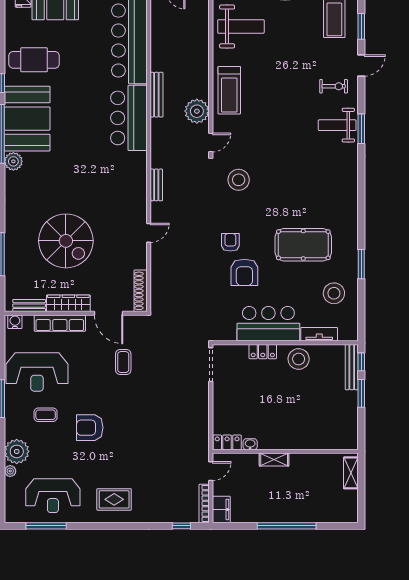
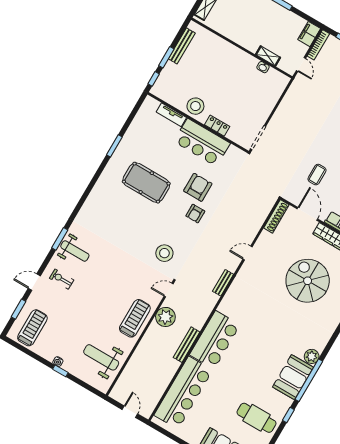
booth: (27, 119) -> (293, 377), width x0.73, depth x0.70
stool: (334, 293) -> (145, 137), removed
bench: (352, 367) -> (182, 46), moved
locker: (227, 442) -> (278, 78), removed
shelving: (274, 460) -> (268, 56), moved
door: (211, 471) -> (301, 64), swing flipped

